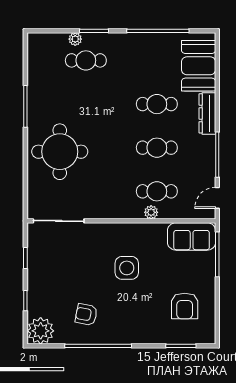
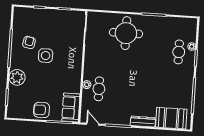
cafe table: (157, 104) -> (150, 92), removed
cafe table: (157, 148) -> (125, 90), removed
side table: (127, 268) -> (46, 56), moved
armchair: (185, 306) -> (42, 110), moved
plant: (41, 331) -> (17, 77), moved

